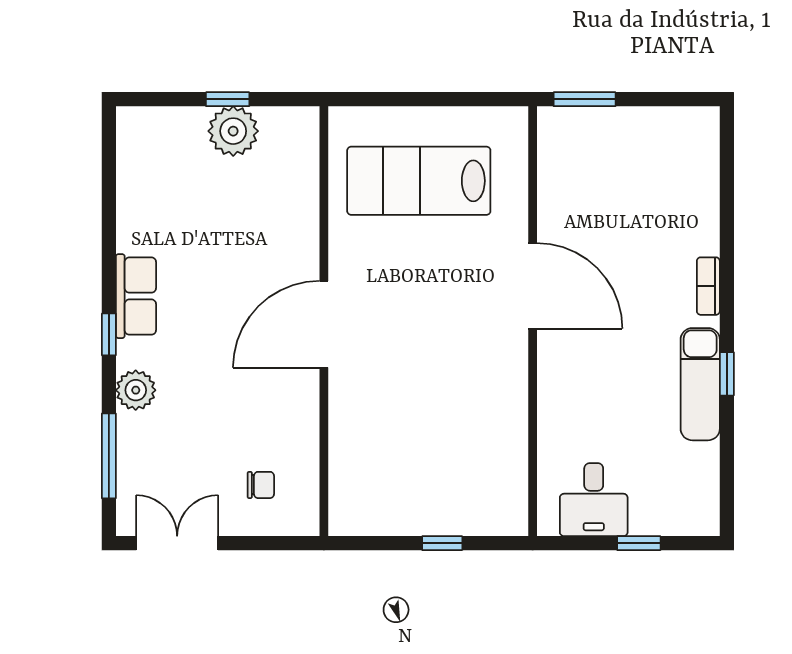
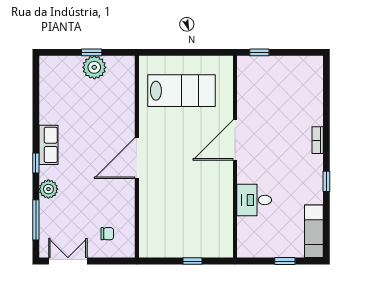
window: (585, 99) -> (259, 52), width x0.67
lab bench: (419, 181) -> (182, 91), turned 180
door: (533, 286) -> (235, 140), swing flipped
exam couch: (700, 384) -> (314, 231), moved
desk: (594, 500) -> (254, 200), moved, turned 90

